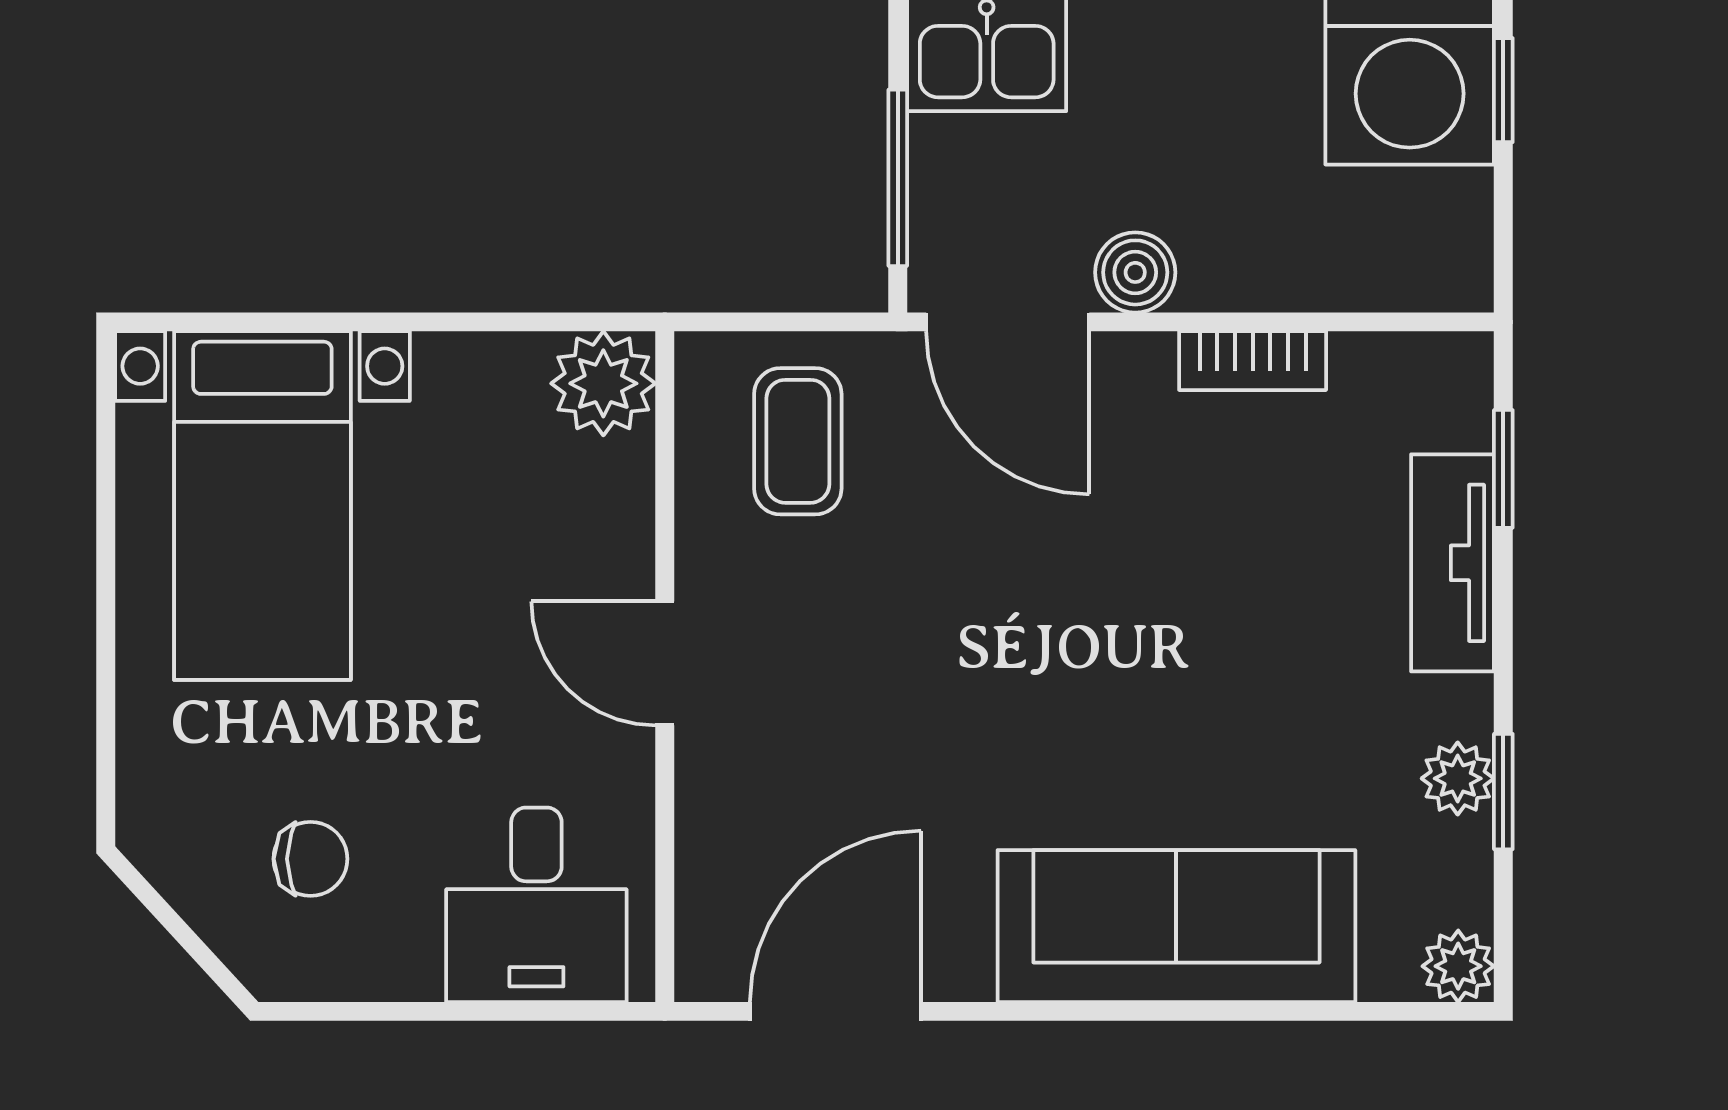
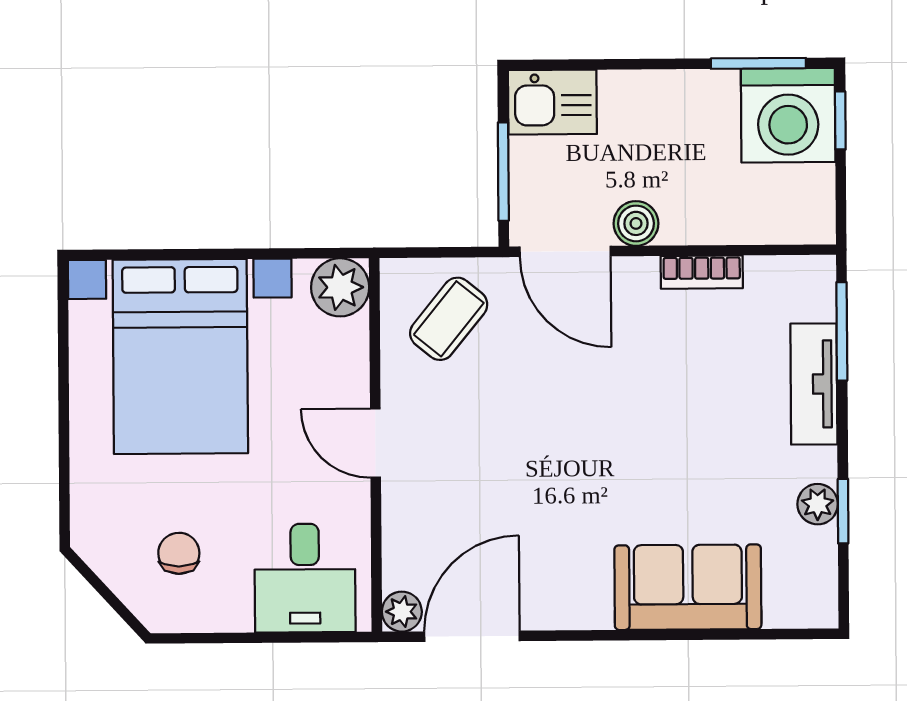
coffee table: (798, 441) -> (449, 319), turned 39
window: (1503, 469) -> (842, 331), width x1.50
bed with nightstands: (262, 506) -> (180, 356), width x1.36
chair: (310, 859) -> (179, 553), turned -90
sofa: (1176, 926) -> (688, 587), width x0.73
plant: (1458, 966) -> (402, 612), moved

